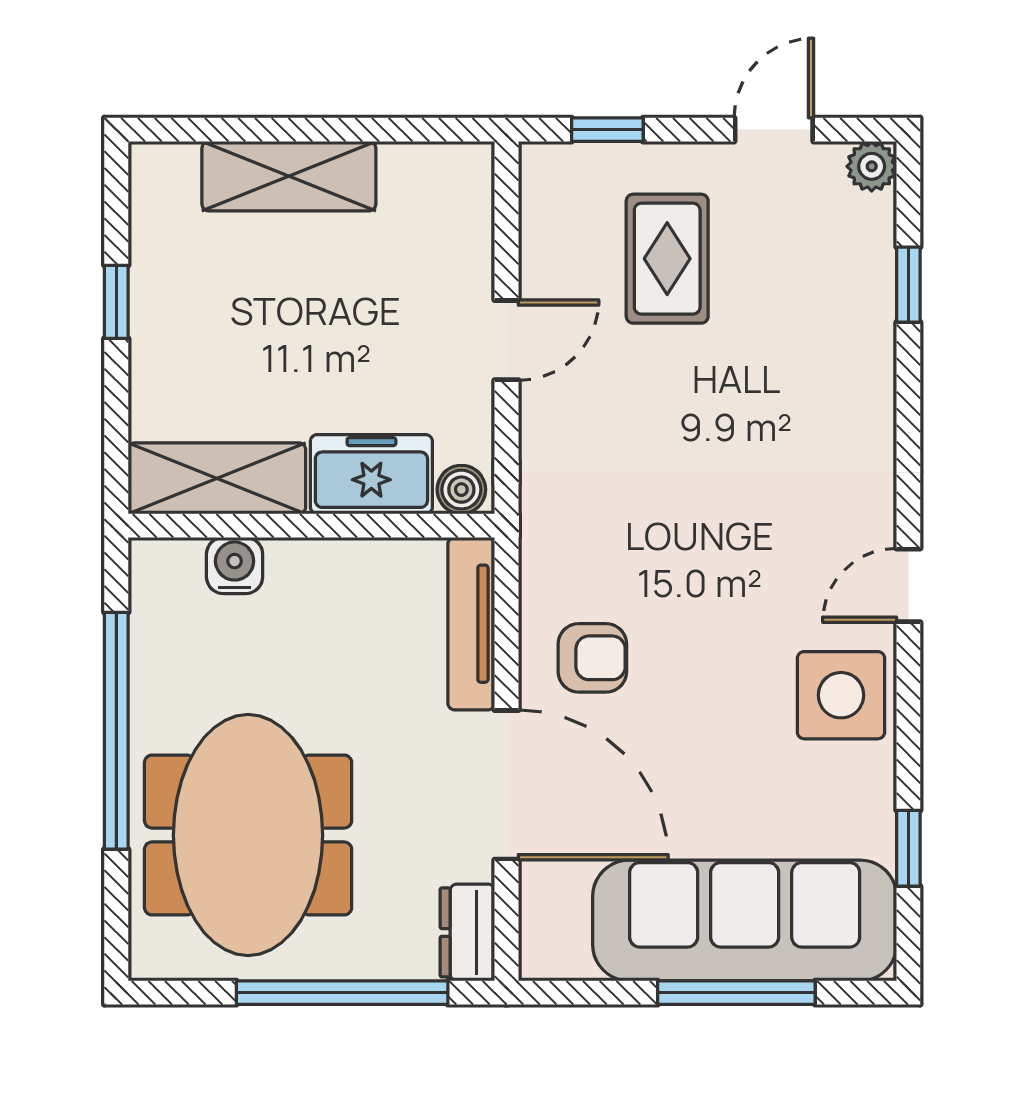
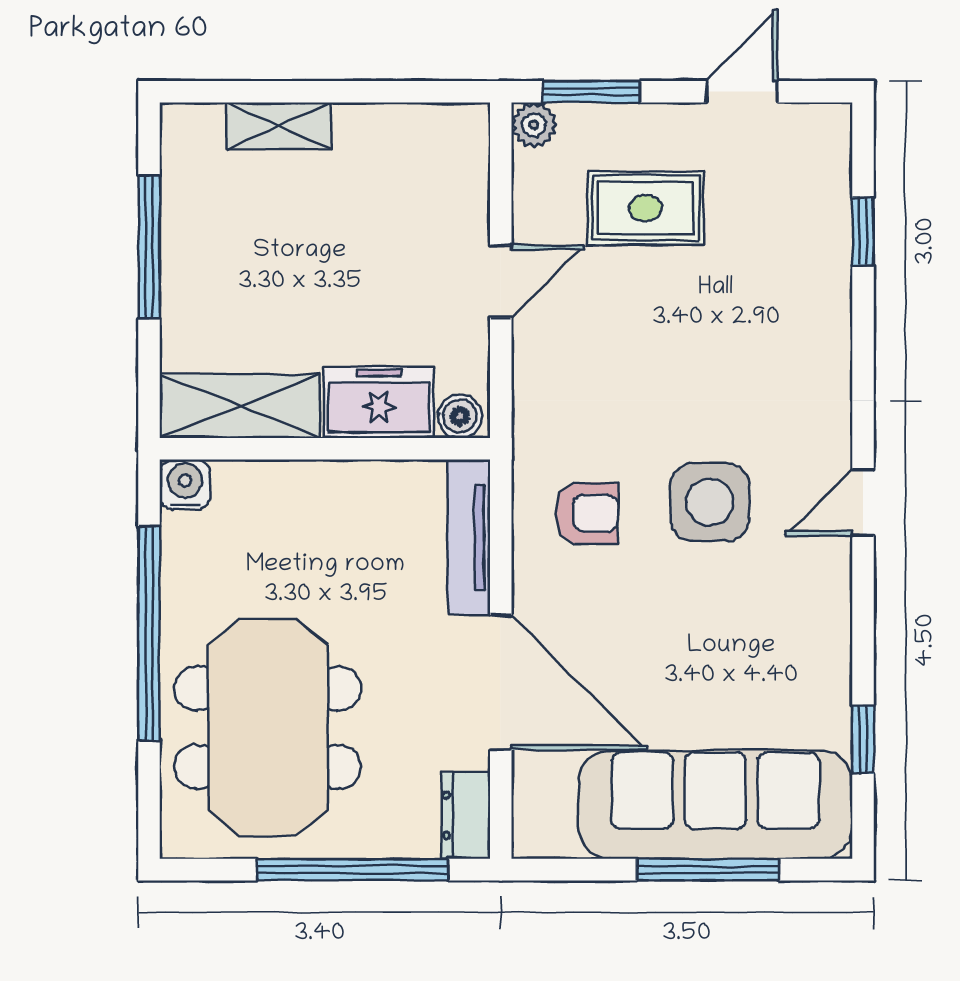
window: (607, 130) -> (592, 92), width x1.50
plant: (872, 166) -> (534, 125), moved
shelving: (289, 176) -> (278, 126), width x0.67, depth x0.75
rug: (667, 259) -> (646, 208), turned 90
window: (116, 302) -> (149, 247), width x2.17
water cooler: (235, 566) -> (185, 485), moved
armchair: (592, 658) -> (587, 513), moved
side table: (841, 695) -> (710, 502), moved

